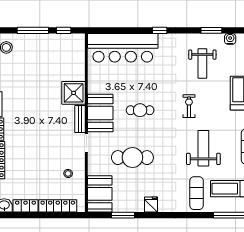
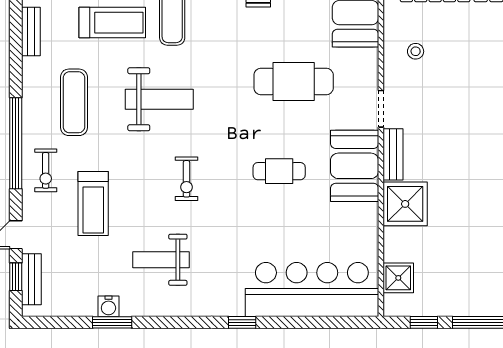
window: (211, 30) -> (112, 322), moved
shower: (77, 54) -> (398, 278), added
weight bench: (202, 63) -> (161, 260), turned -90
weight bench: (203, 148) -> (159, 99), turned -90

